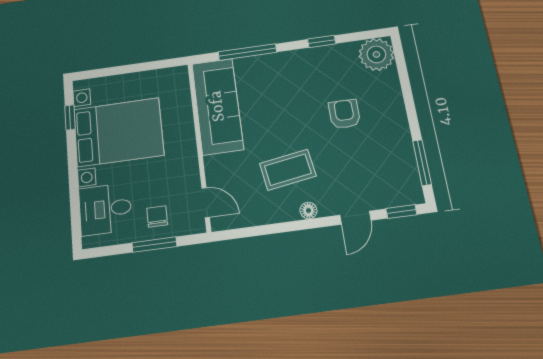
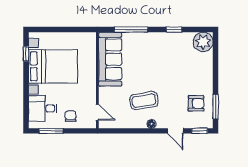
armchair: (344, 114) -> (196, 103), moved, turned 90
door: (355, 218) -> (175, 131), hinge flipped
window: (155, 245) -> (51, 131), moved

